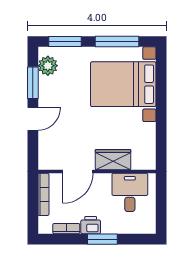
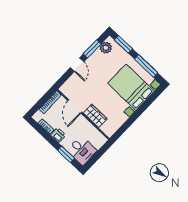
door: (33, 119) -> (77, 65), hinge flipped
door: (78, 171) -> (75, 106), hinge flipped
desk: (130, 192) -> (82, 150), moved, turned 90
window: (102, 239) -> (66, 154), moved

